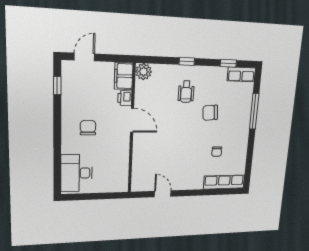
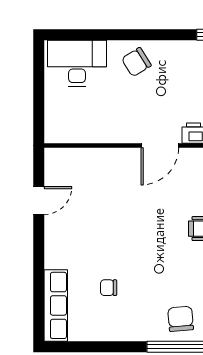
chair: (210, 113) -> (181, 319), moved
chair: (88, 128) -> (136, 62), moved, turned 148

